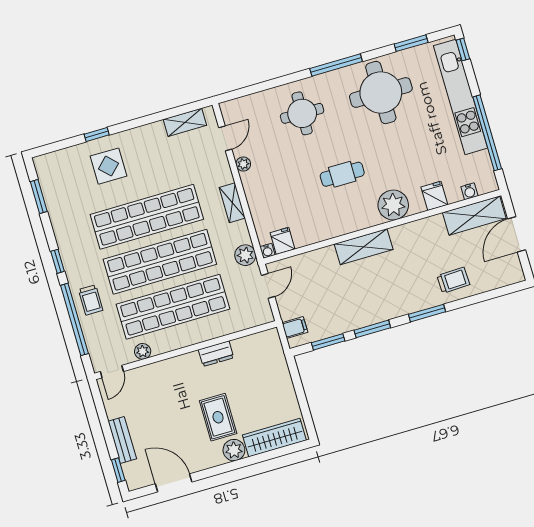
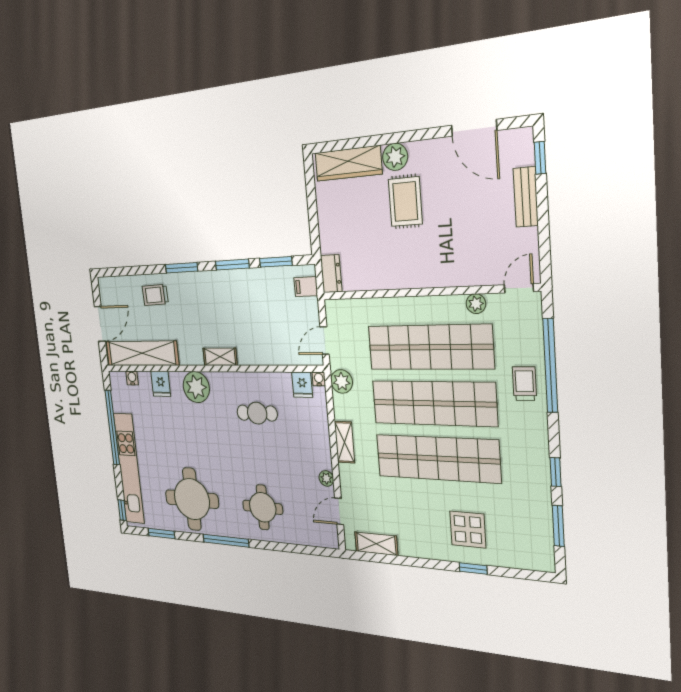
cafe table: (342, 174) -> (257, 413), moved
shelving: (474, 216) -> (142, 353), width x1.47
shelving: (364, 247) -> (220, 357), width x0.67, depth x0.75
window: (58, 261) -> (556, 472), moved
dresser: (216, 354) -> (331, 274), moved, turned 90

